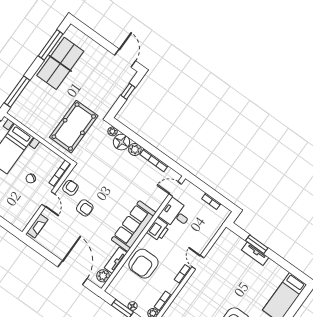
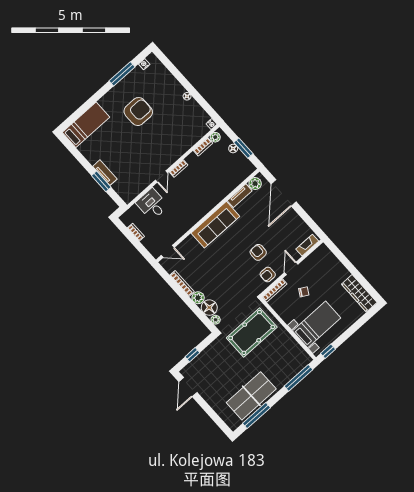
desk: (176, 214) -> (152, 204), moved, turned 180
printer: (158, 229) -> (192, 216), removed
armchair: (143, 264) -> (214, 187), removed

